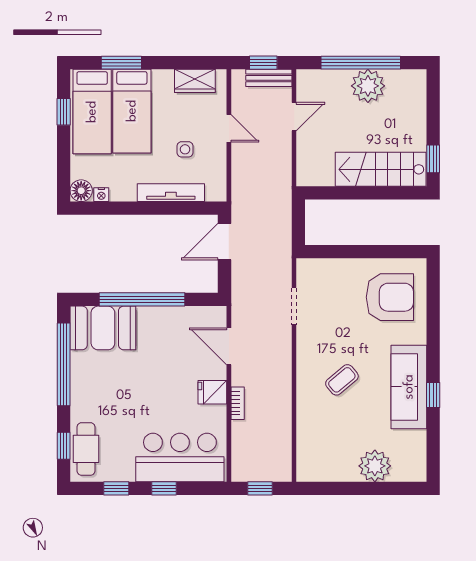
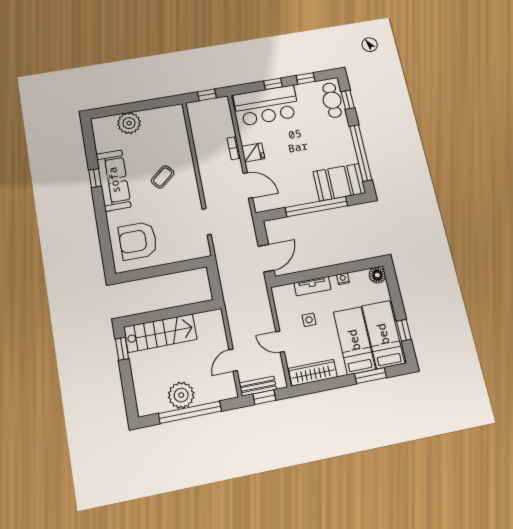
wardrobe: (195, 81) -> (313, 373), width x1.50
tv unit: (171, 193) -> (312, 286), width x0.71
nightstand: (101, 195) -> (343, 279), moved

